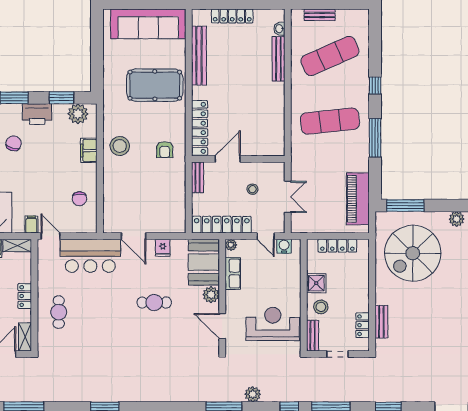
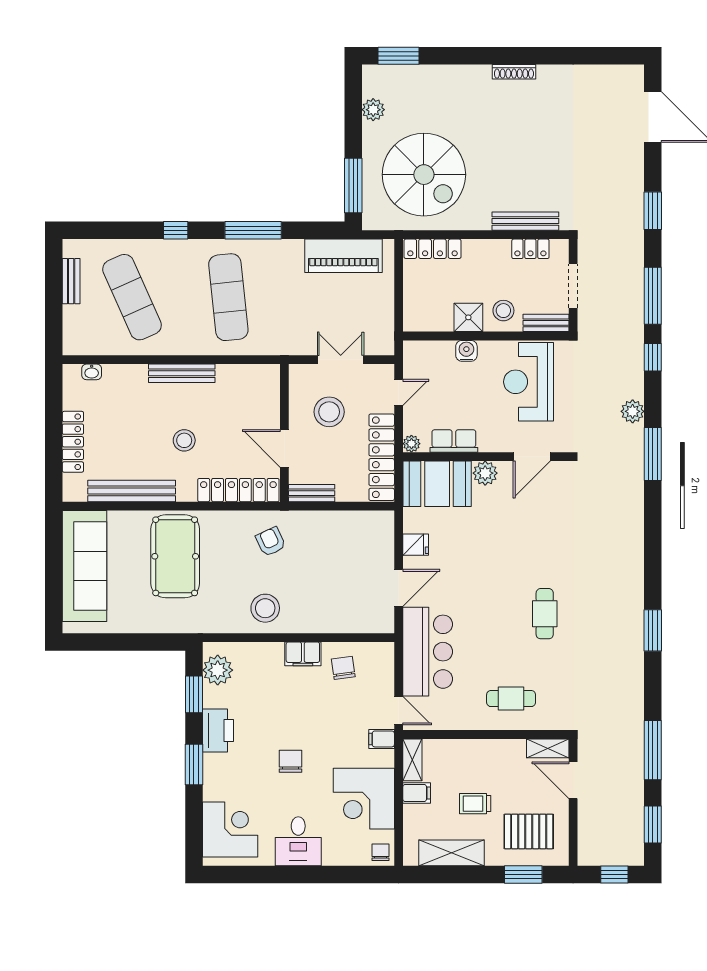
bench: (320, 15) -> (71, 281), moved
bench: (279, 59) -> (182, 373), moved
stool: (233, 91) -> (184, 440), added
chair: (14, 143) -> (290, 761), moved, turned 74
armchair: (165, 150) -> (271, 542), turned -115
filing cabinet: (89, 151) -> (303, 654), moved
stool: (252, 189) -> (329, 412), width x1.89, depth x1.89
chair: (79, 199) -> (343, 668), turned -98
door: (51, 236) -> (399, 711), swing flipped
water cooler: (284, 246) -> (466, 351), moved, turned 90
locker: (337, 246) -> (432, 249), moved, turned 90
locker: (25, 296) -> (487, 749), removed
cafe table: (154, 302) -> (545, 614), moved
bench: (381, 322) -> (525, 221), width x1.36
doorway: (338, 354) -> (573, 286), width x1.38

